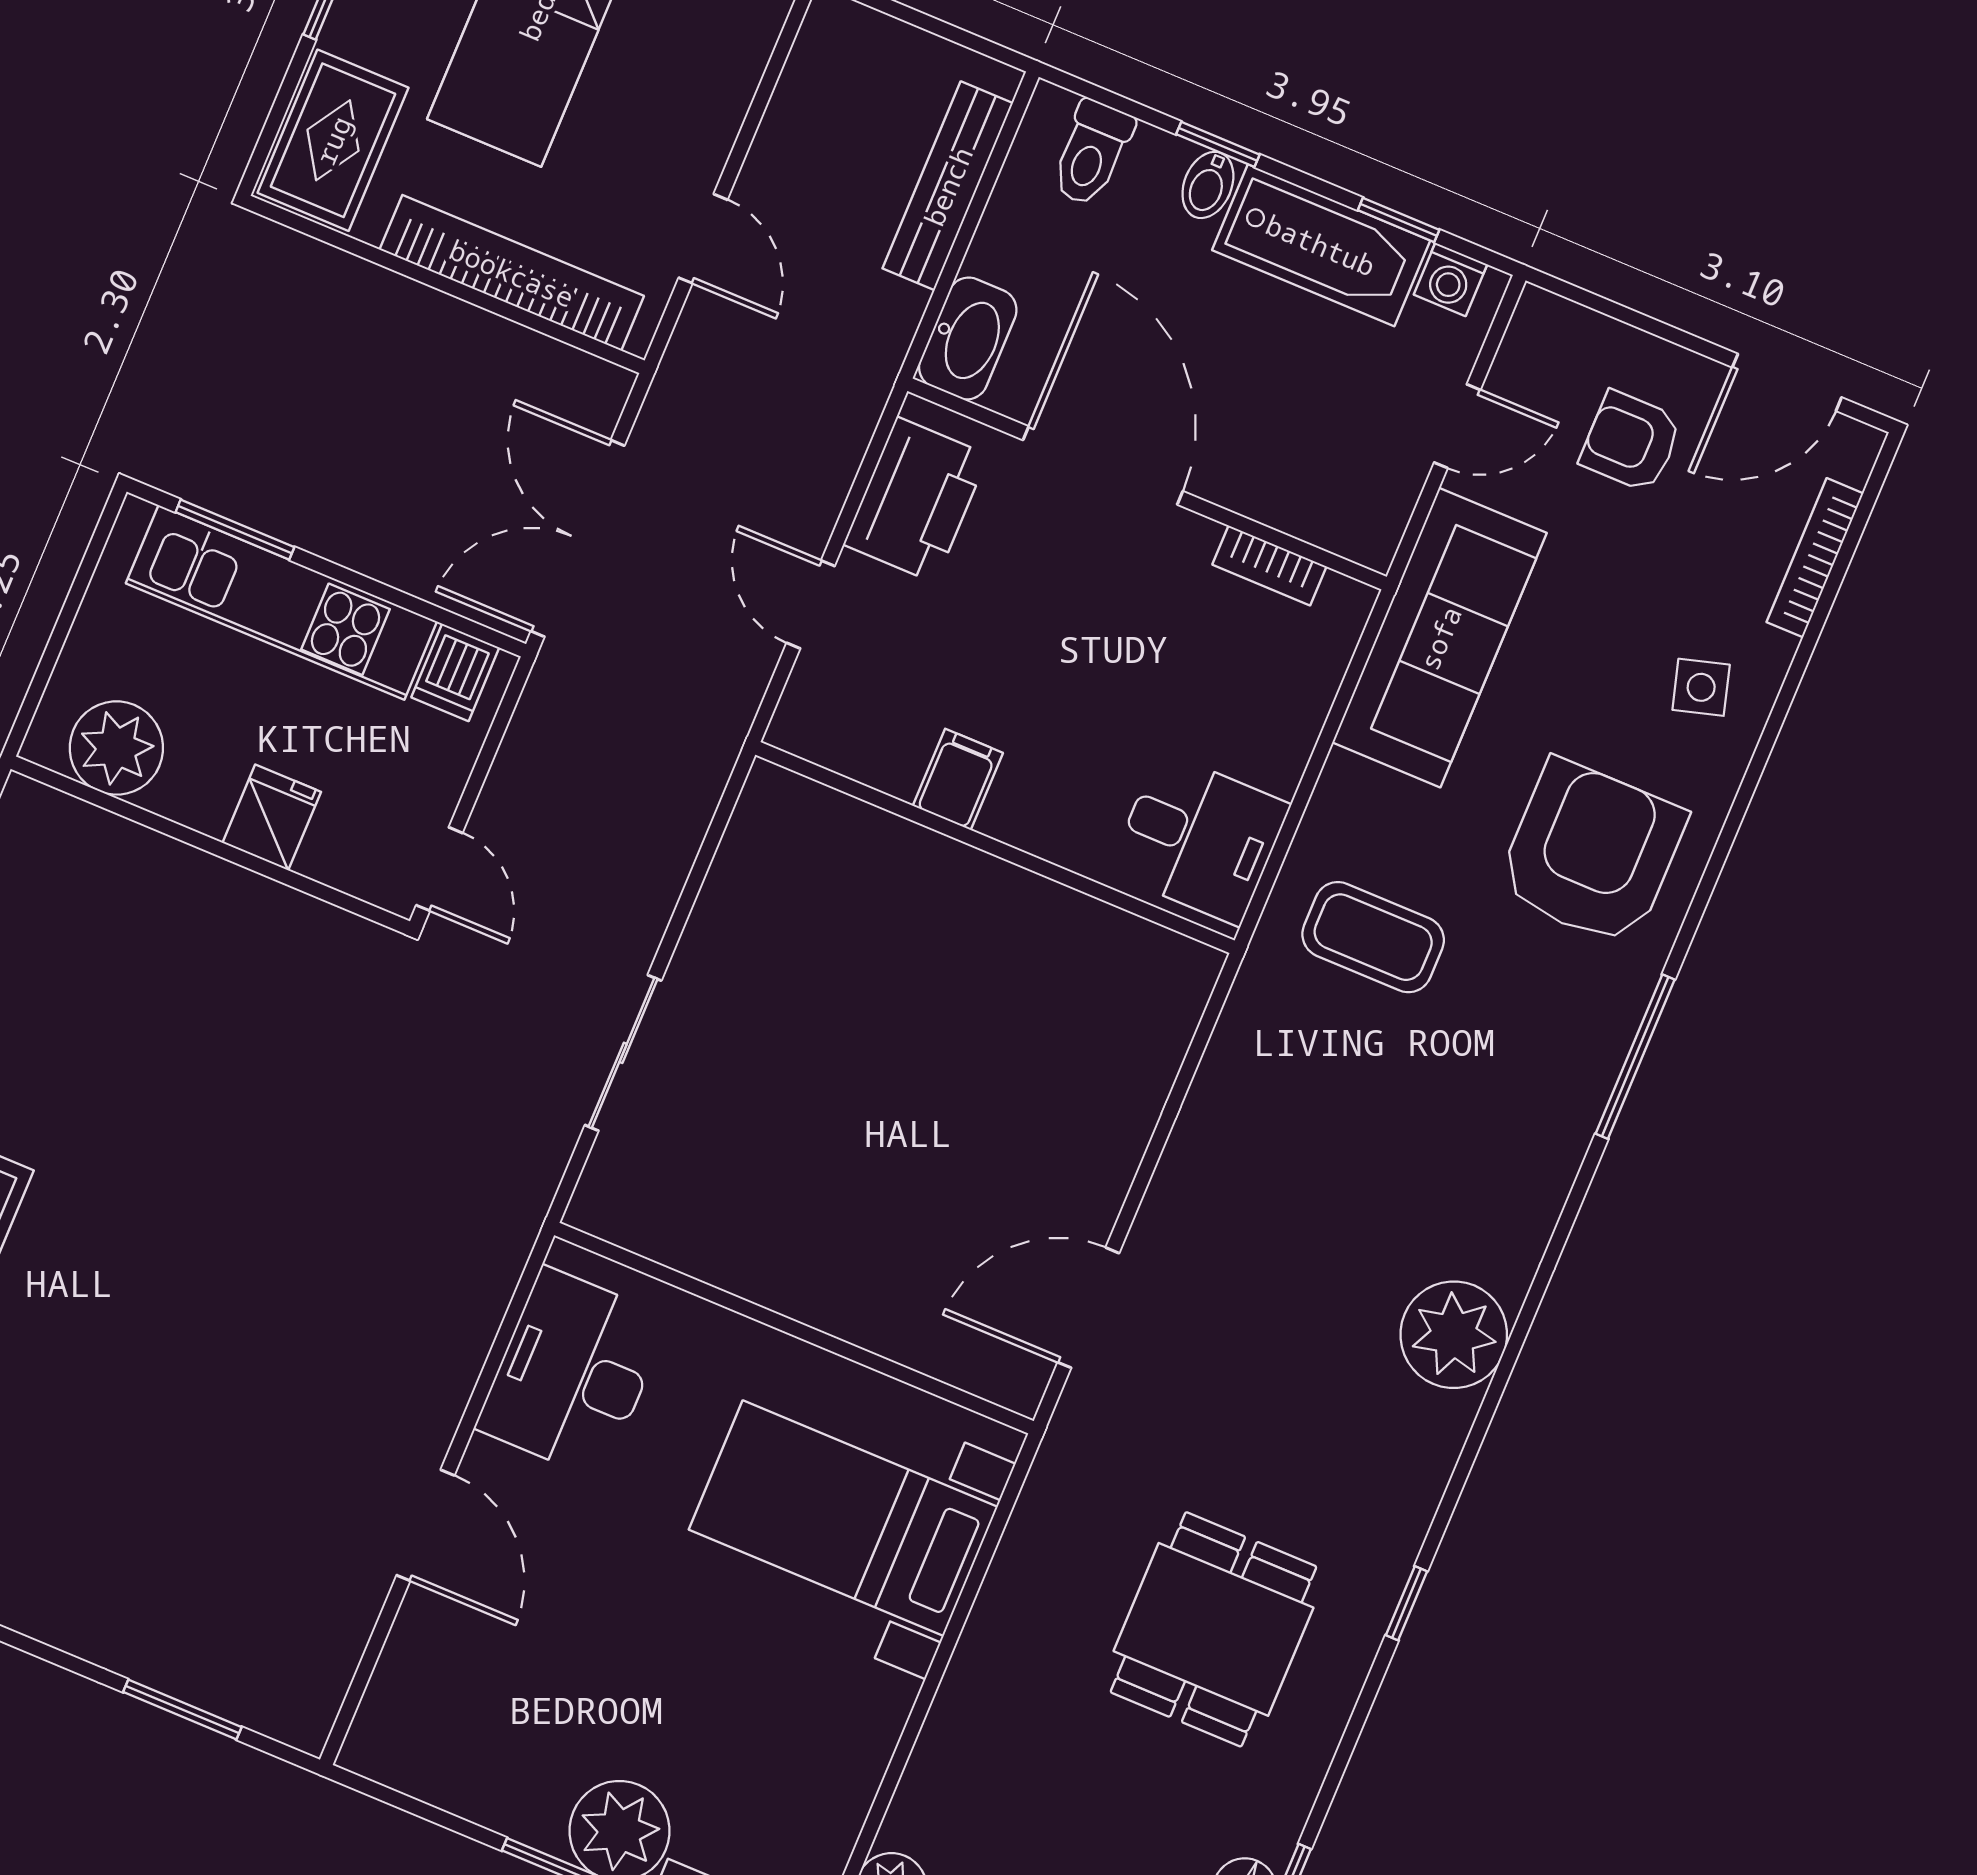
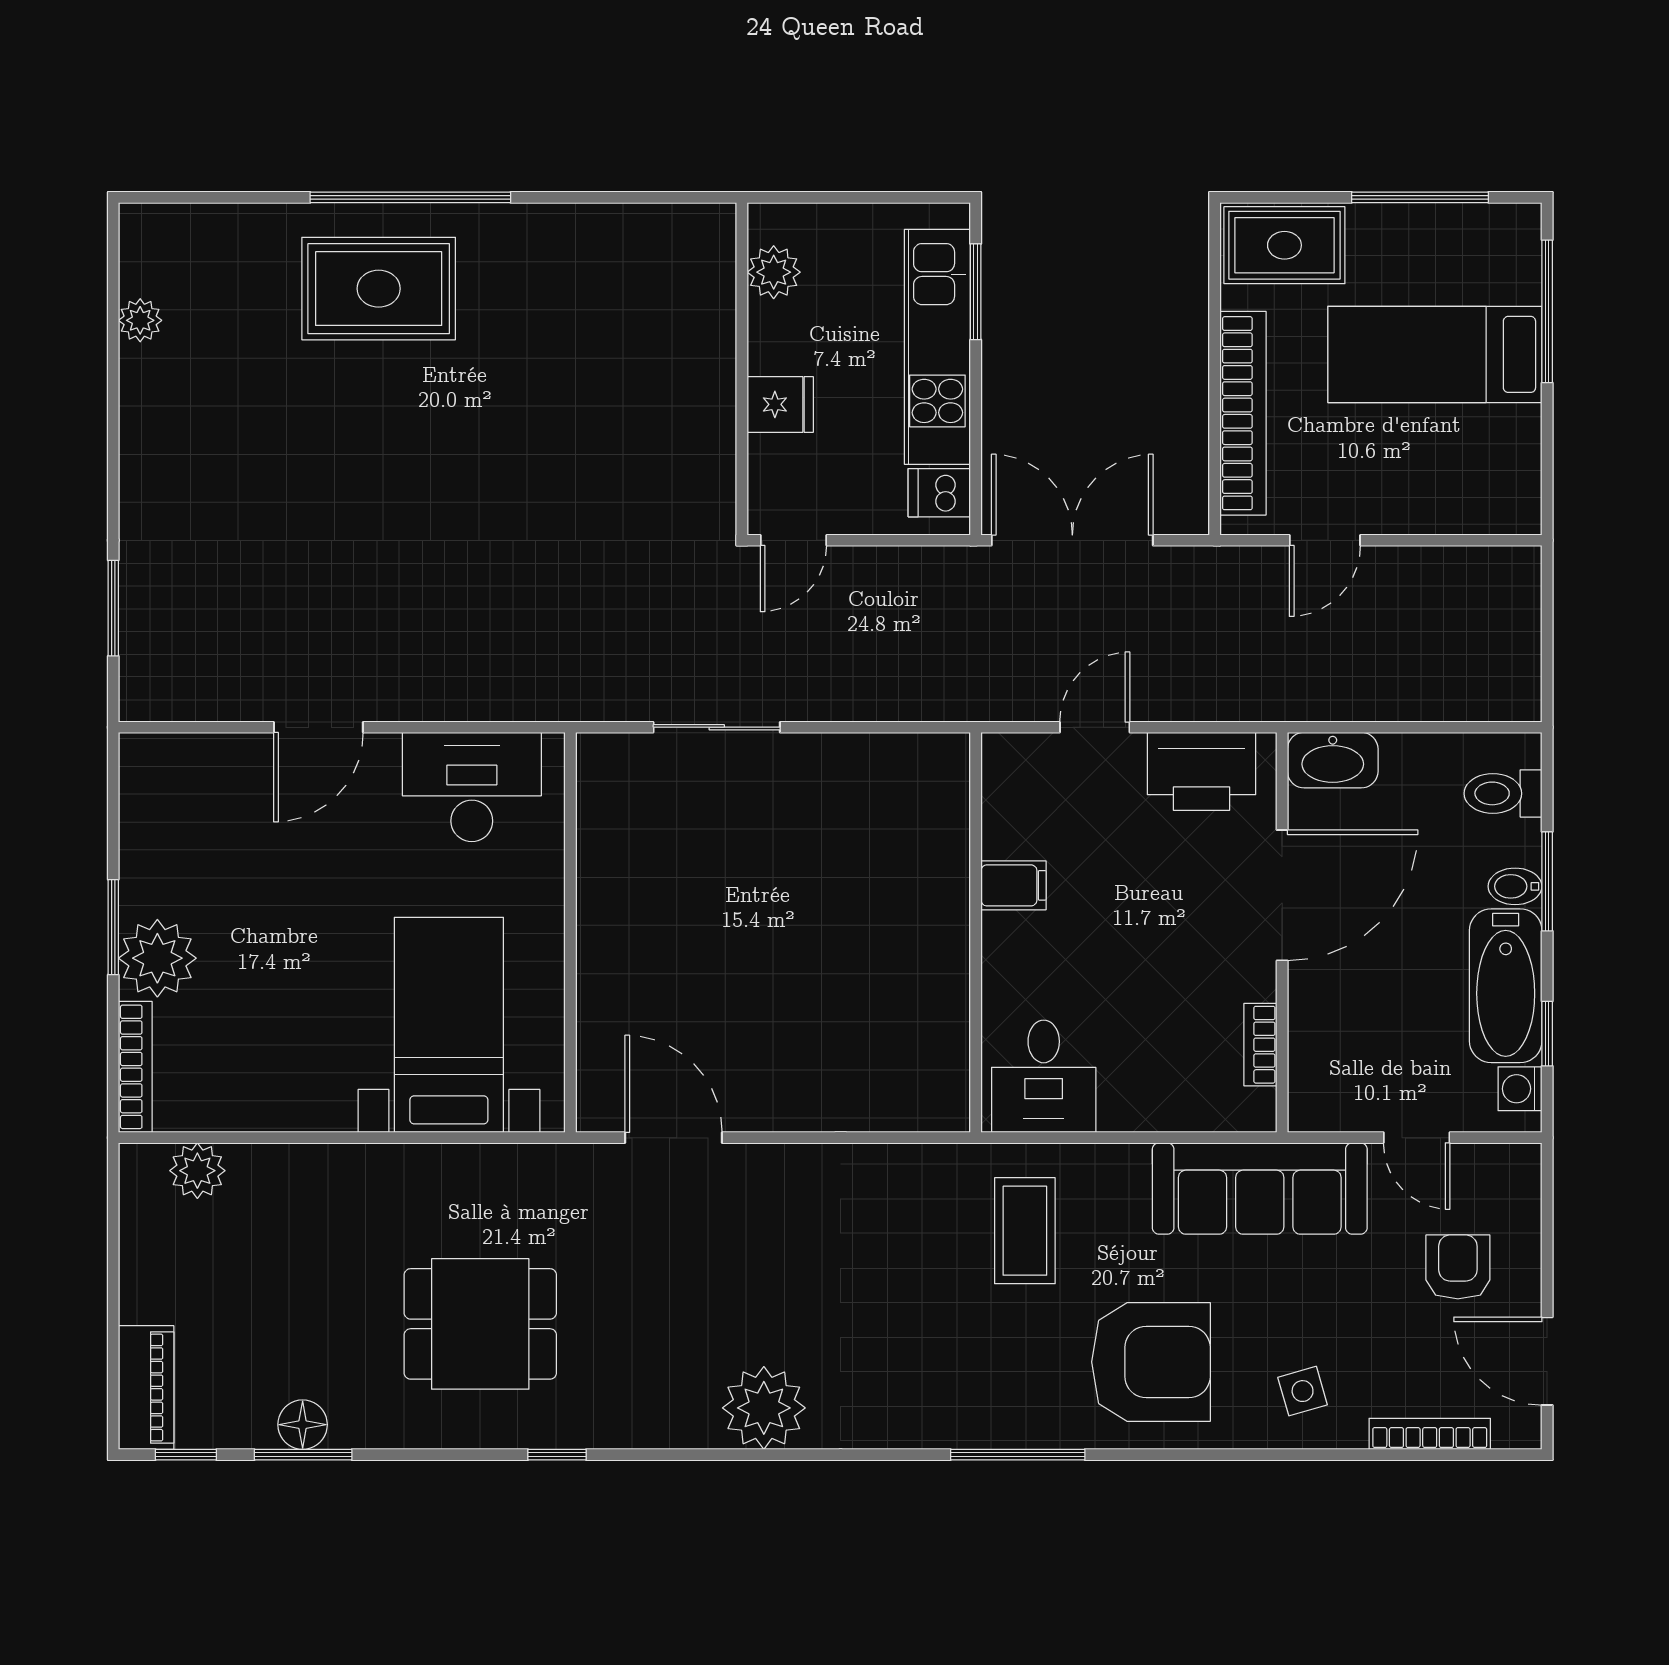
window: (1218, 144) -> (1547, 881), width x1.50
bench: (948, 186) -> (1436, 700), removed
plant: (116, 748) -> (774, 272), width x0.73, depth x0.73

